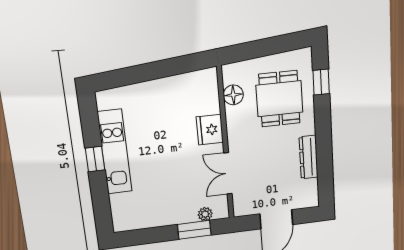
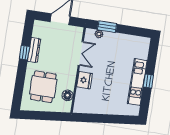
window: (321, 82) -> (24, 53), moved

